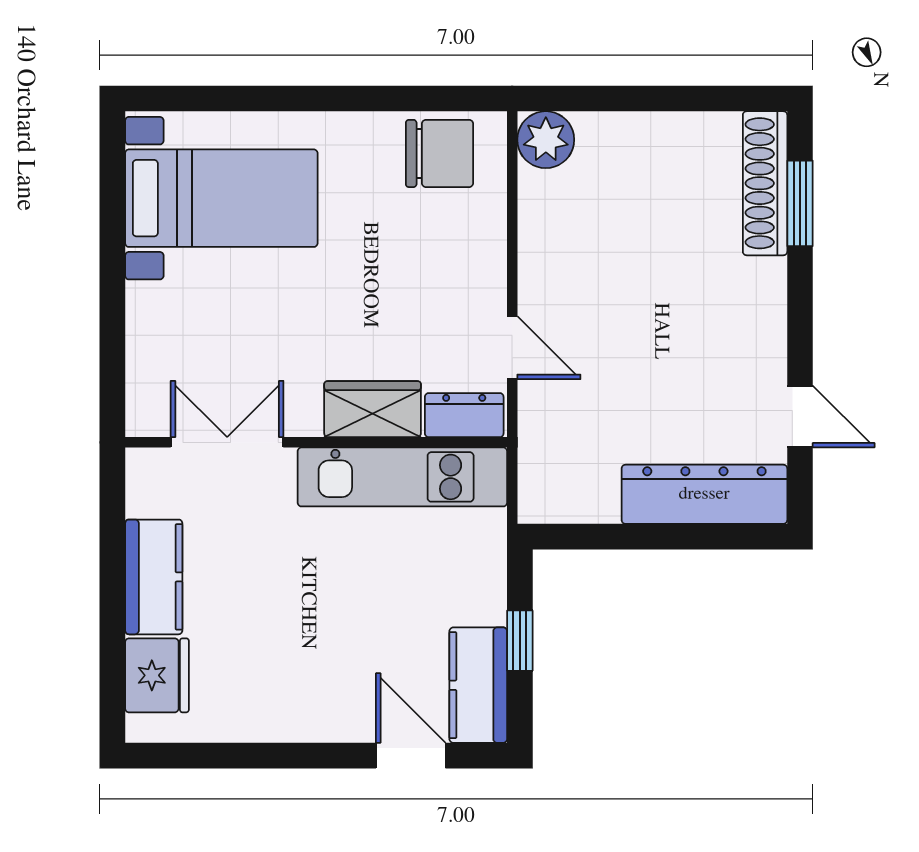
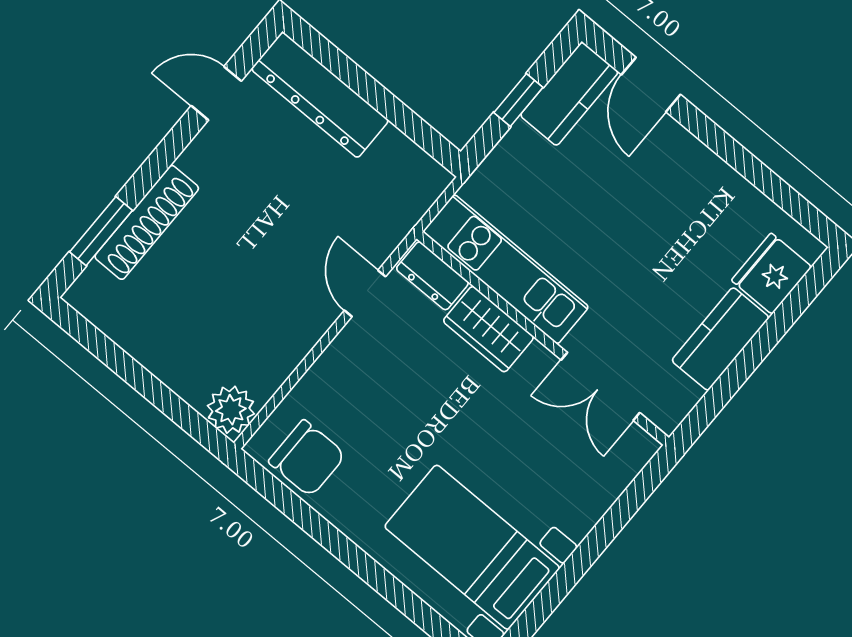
chair: (439, 153) -> (307, 458), turned 180
shoe rack: (765, 183) -> (147, 222), moved
door: (800, 417) -> (216, 93), hinge flipped

